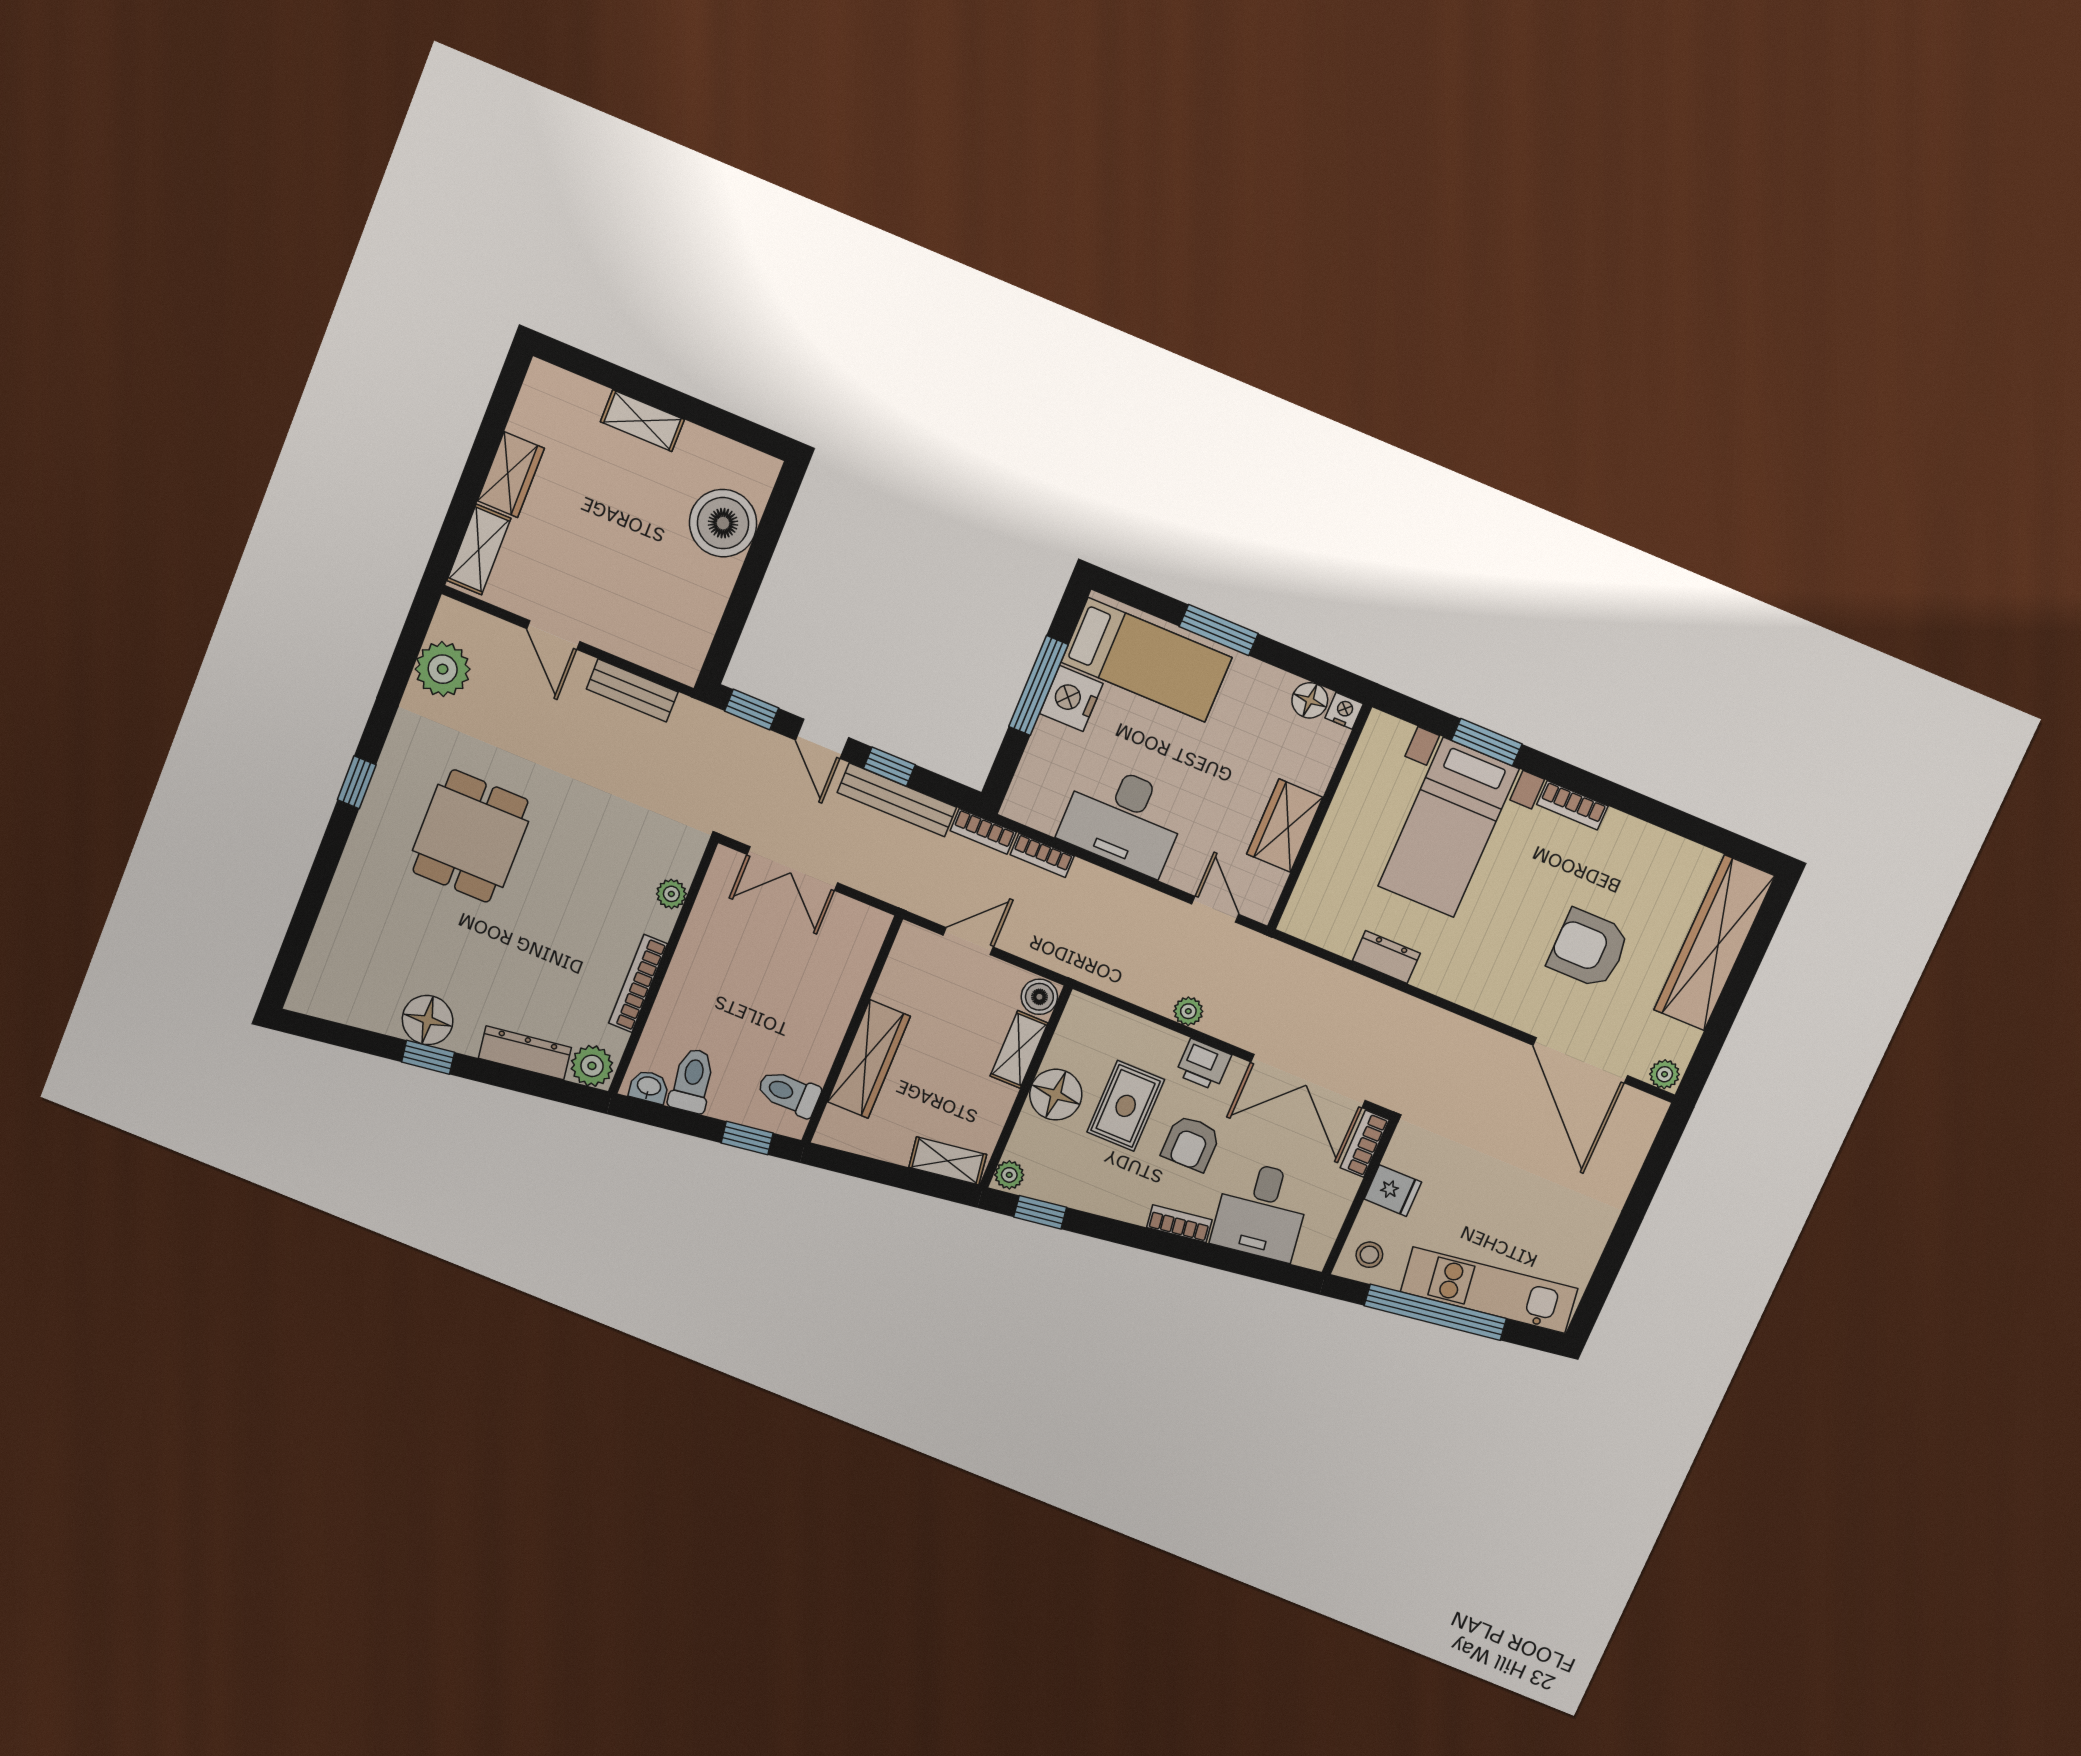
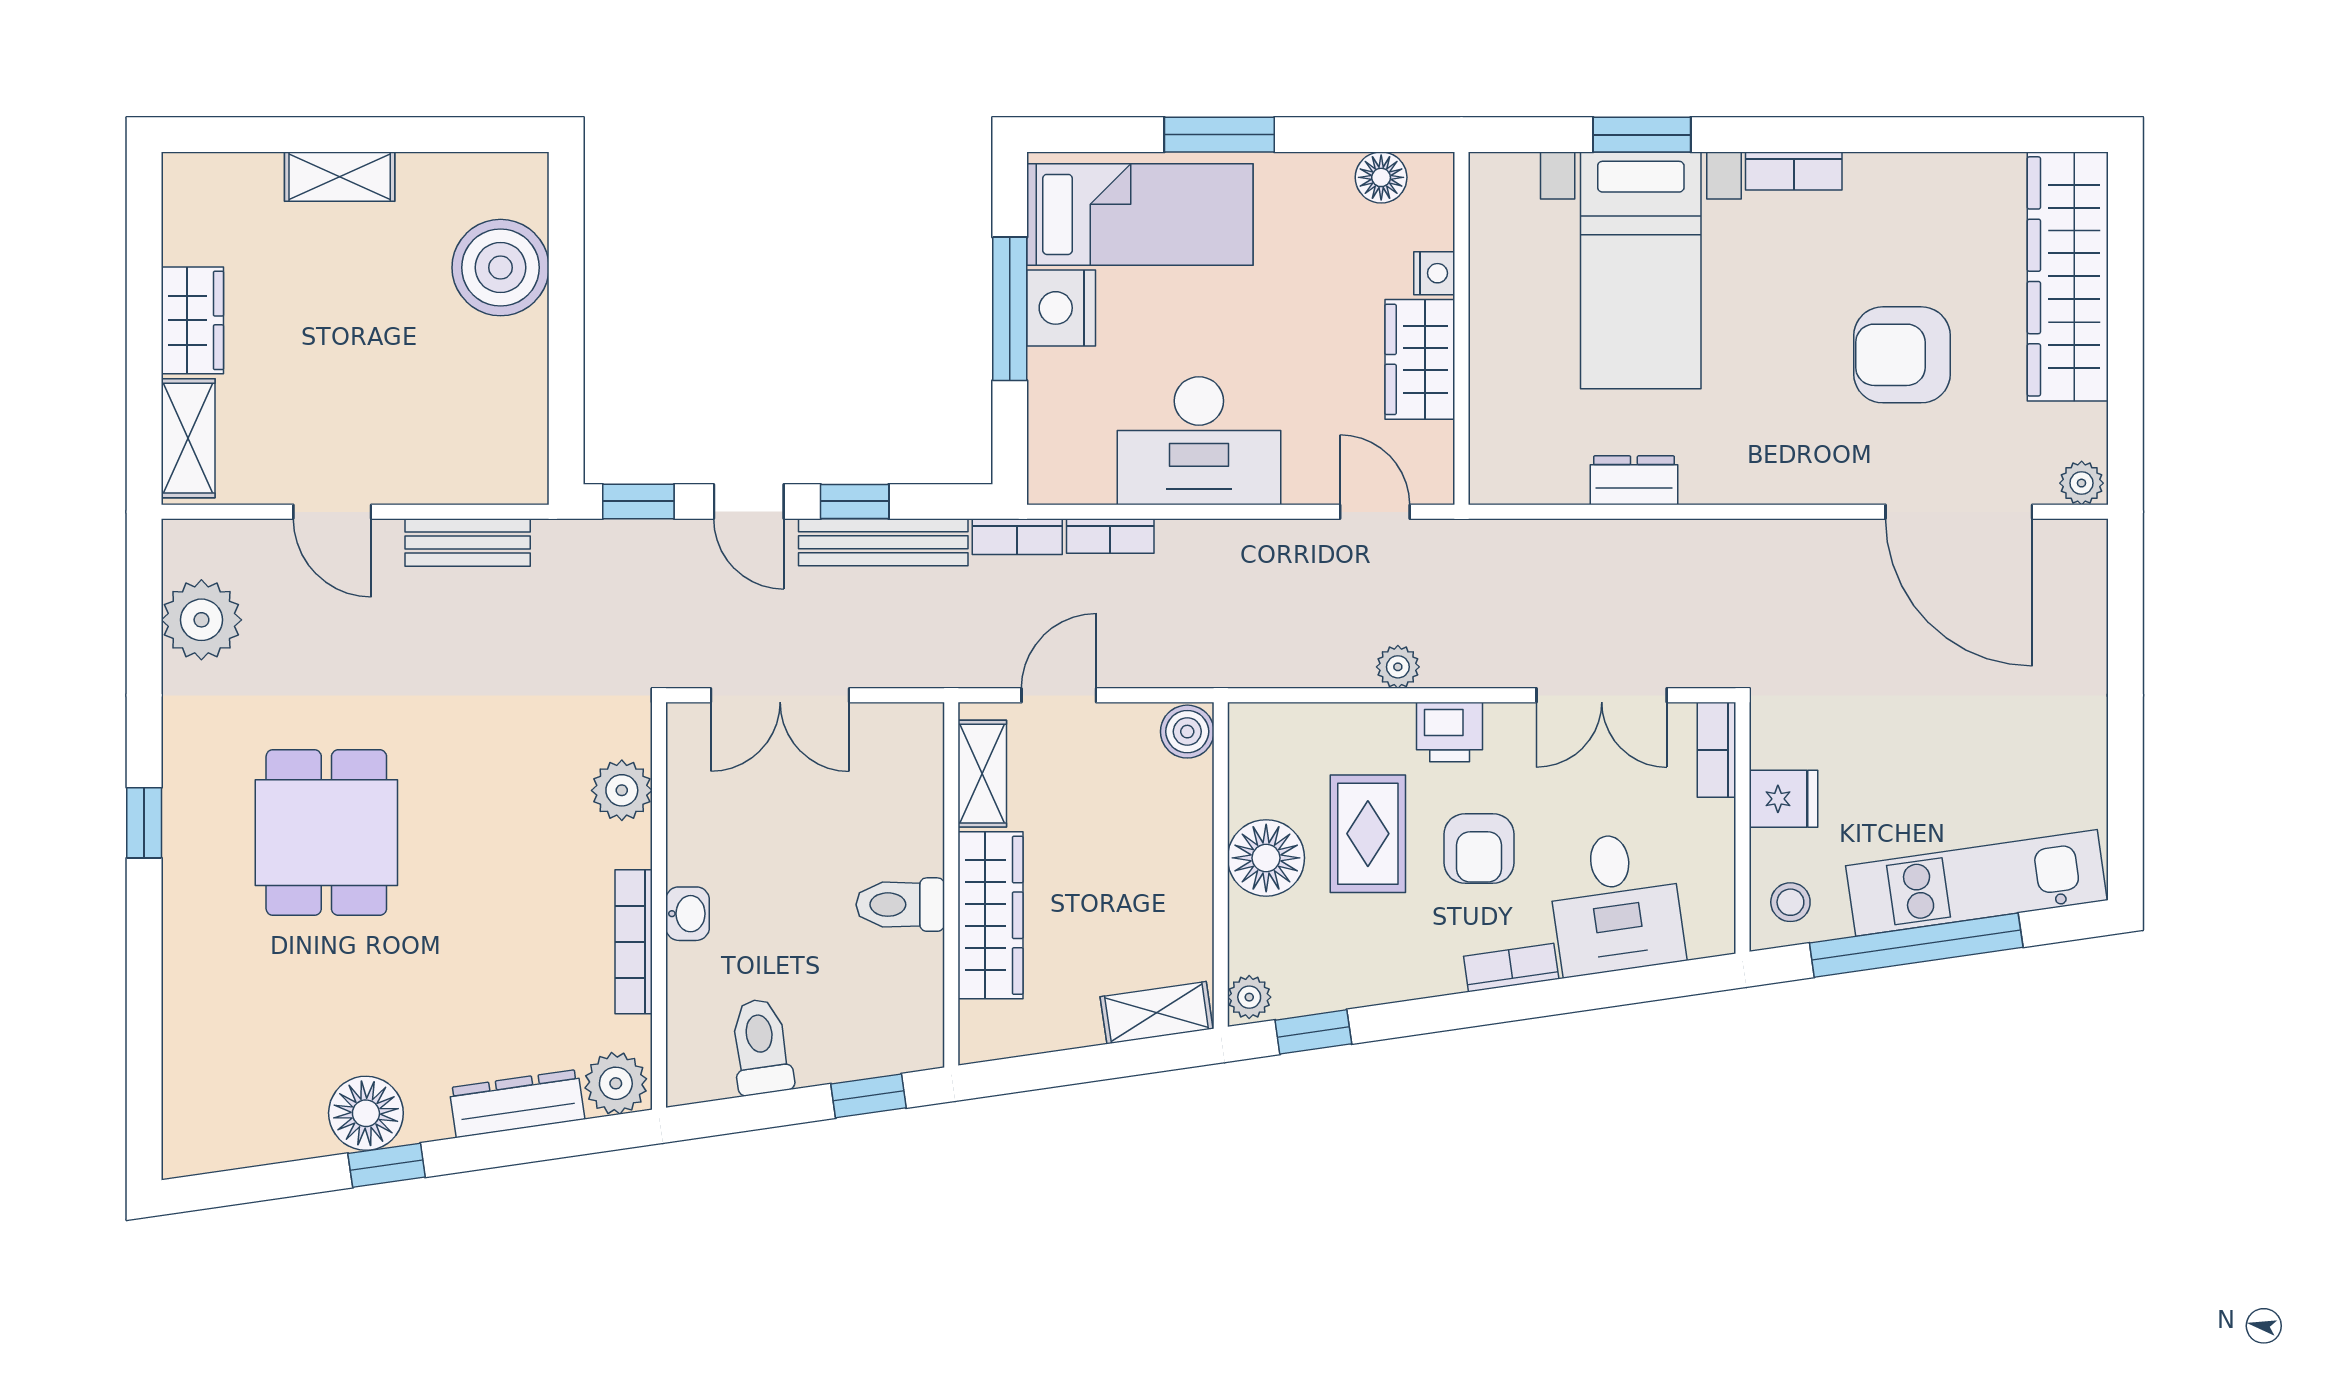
nightstand: (1344, 711) -> (1434, 273), moved, turned 90
plant: (671, 894) -> (622, 790), width x1.38, depth x1.38
shelving: (1019, 1049) -> (982, 774), moved
double door: (1308, 1081) -> (1602, 695), width x0.73
washbasin: (649, 1087) -> (688, 914), moved, turned 98
toilet: (789, 1093) -> (900, 905), moved

